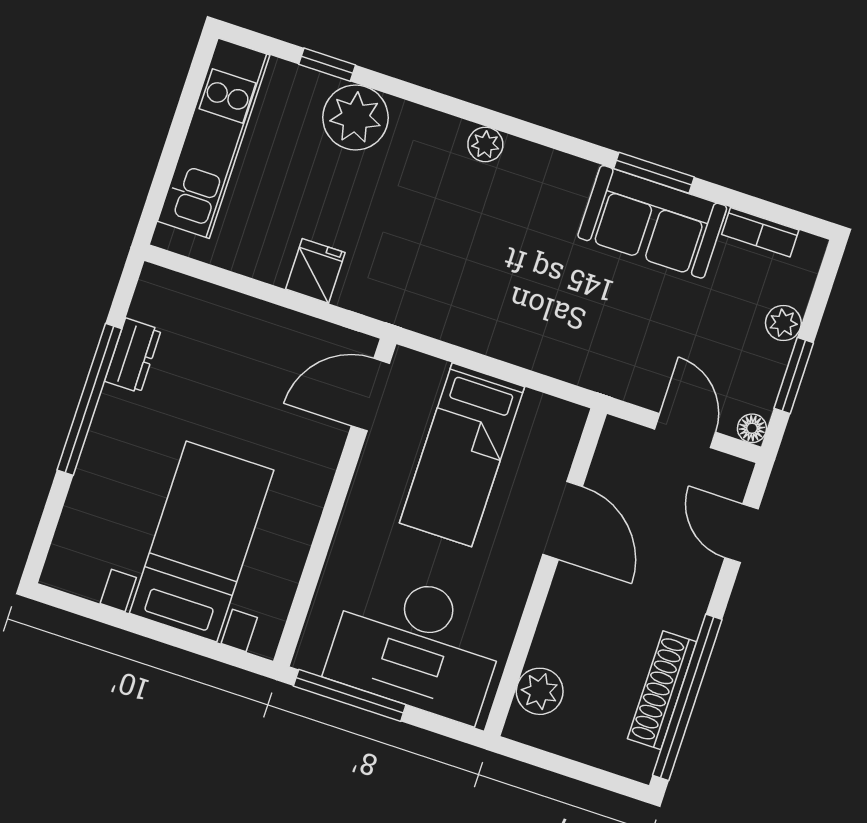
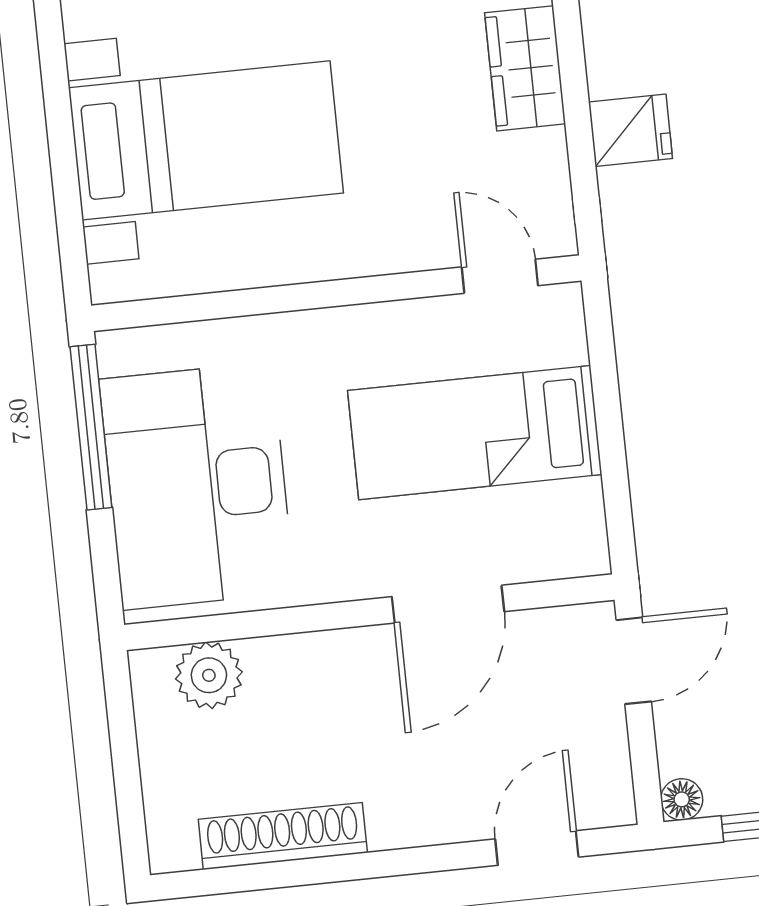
wardrobe: (247, 320) -> (525, 68), added
door: (370, 395) -> (500, 276), width x0.73
door: (685, 431) -> (634, 661), moved
window: (687, 697) -> (288, 874), removed

